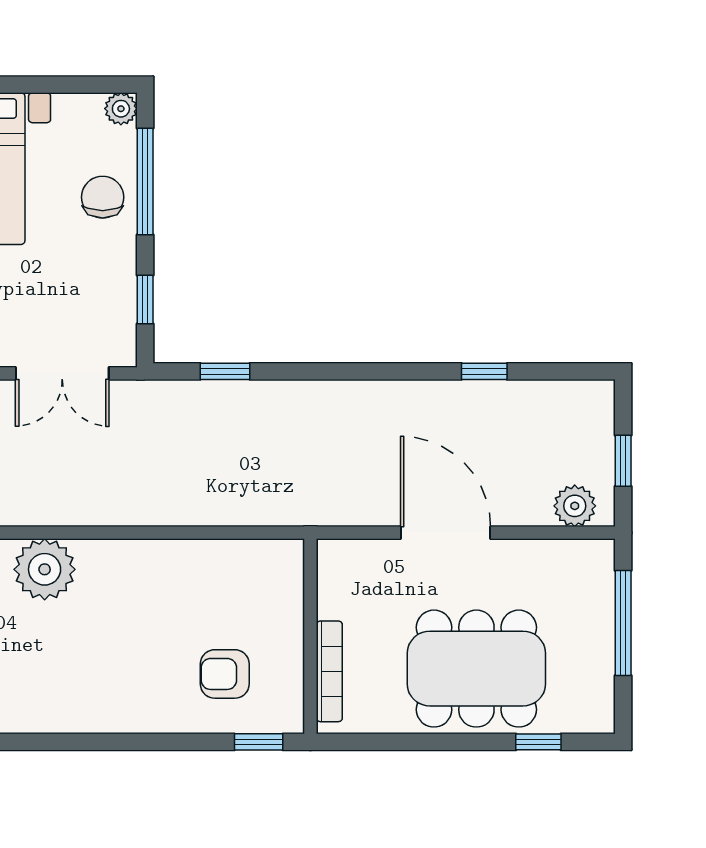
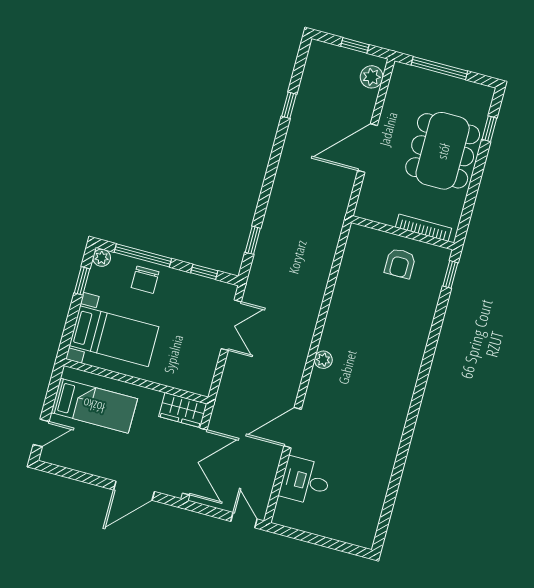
window: (70, 85) -> (82, 281), added
chair: (103, 197) -> (145, 280), turned -90
plant: (45, 569) -> (323, 360), width x0.53, depth x0.53
armchair: (225, 674) -> (400, 263), moved

